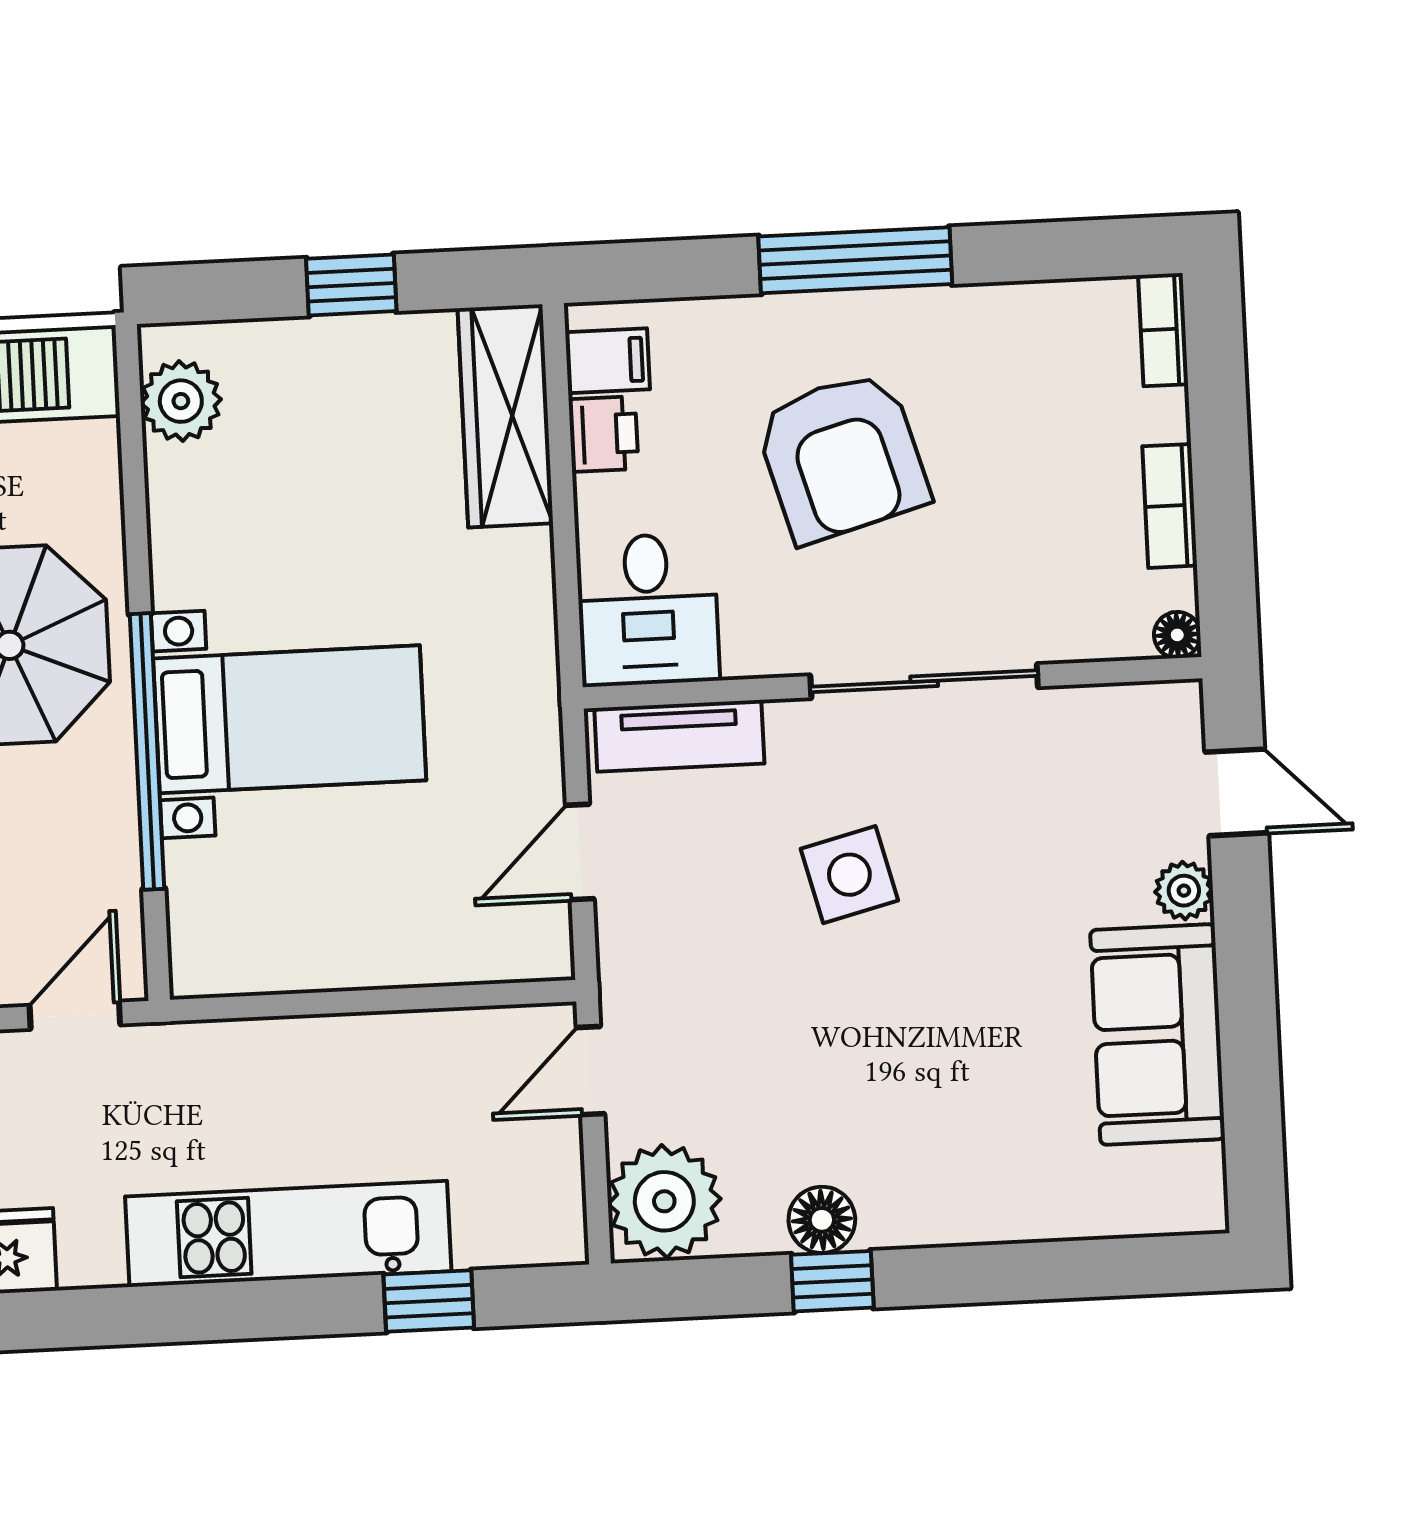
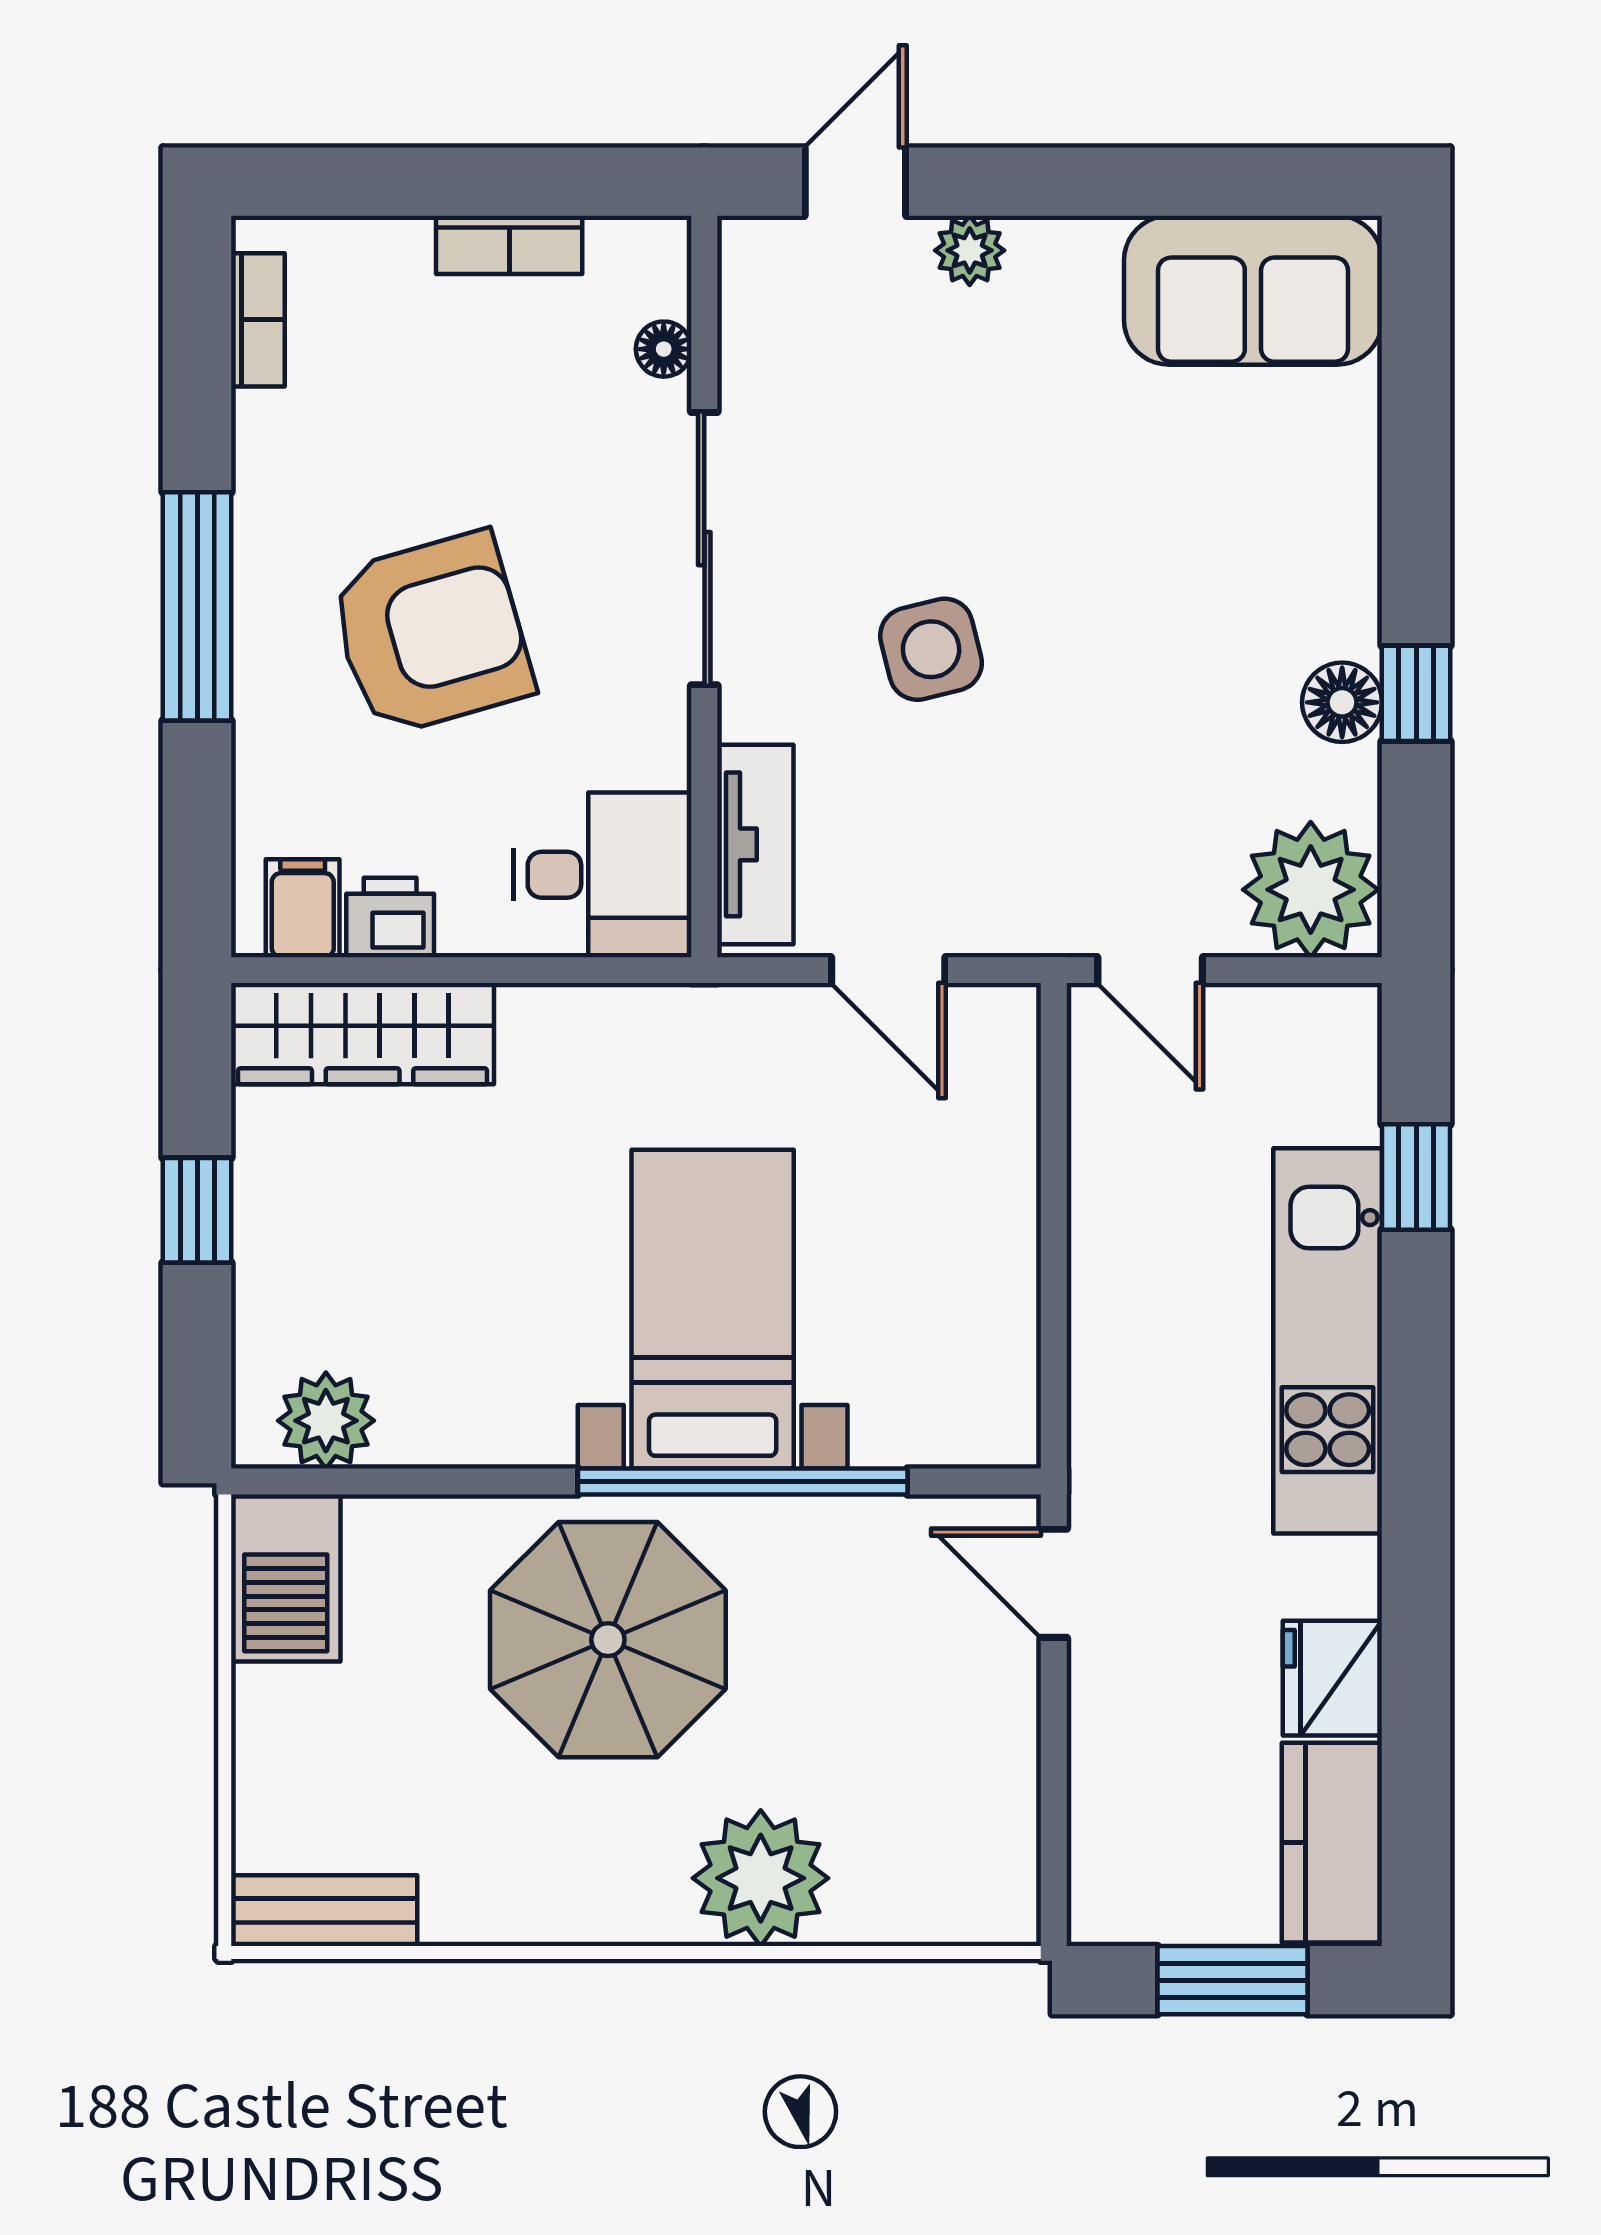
bookcase: (1163, 330) -> (258, 320), moved, turned -90
floor lamp: (1177, 635) -> (664, 349), moved
sofa: (1158, 1034) -> (1253, 290), moved

